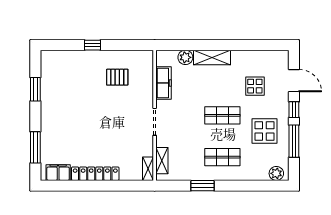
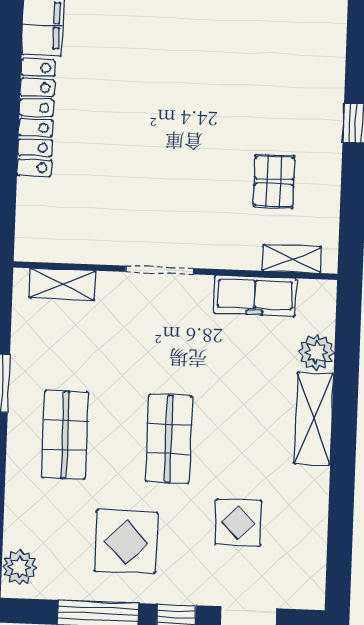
shelving: (148, 169) -> (292, 259), moved

